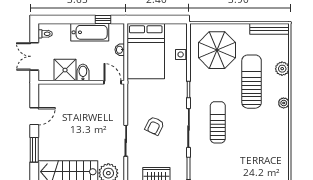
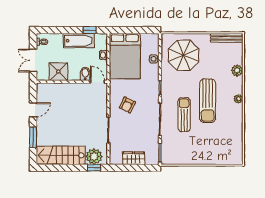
bidet: (83, 72) -> (85, 74), moved
sun lounger: (252, 82) -> (208, 101), moved, turned 180
armchair: (154, 126) -> (127, 105), moved

